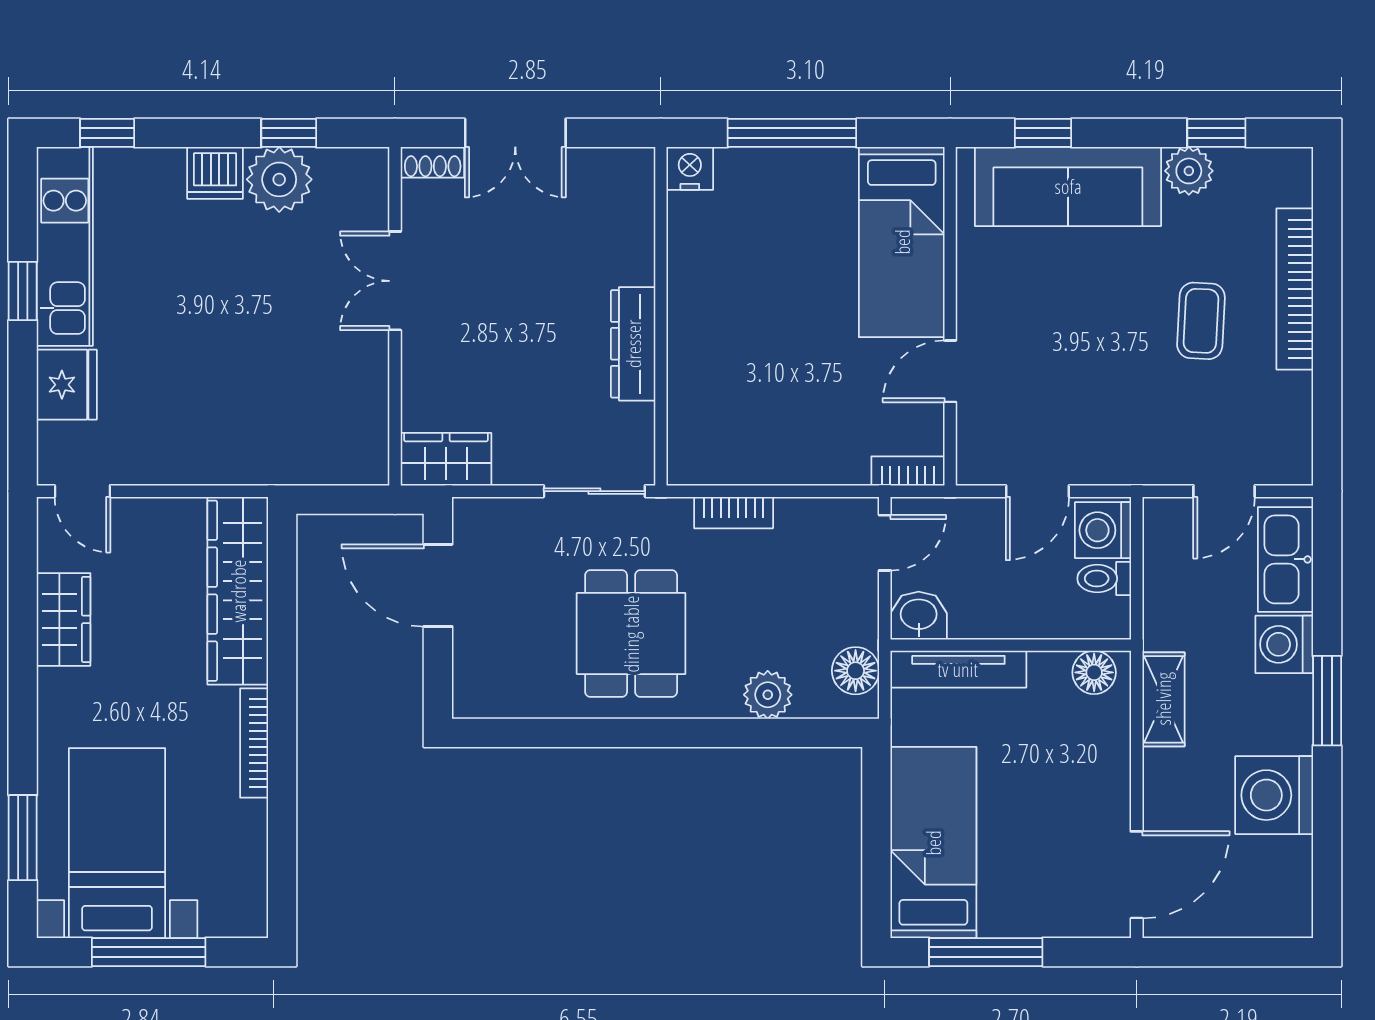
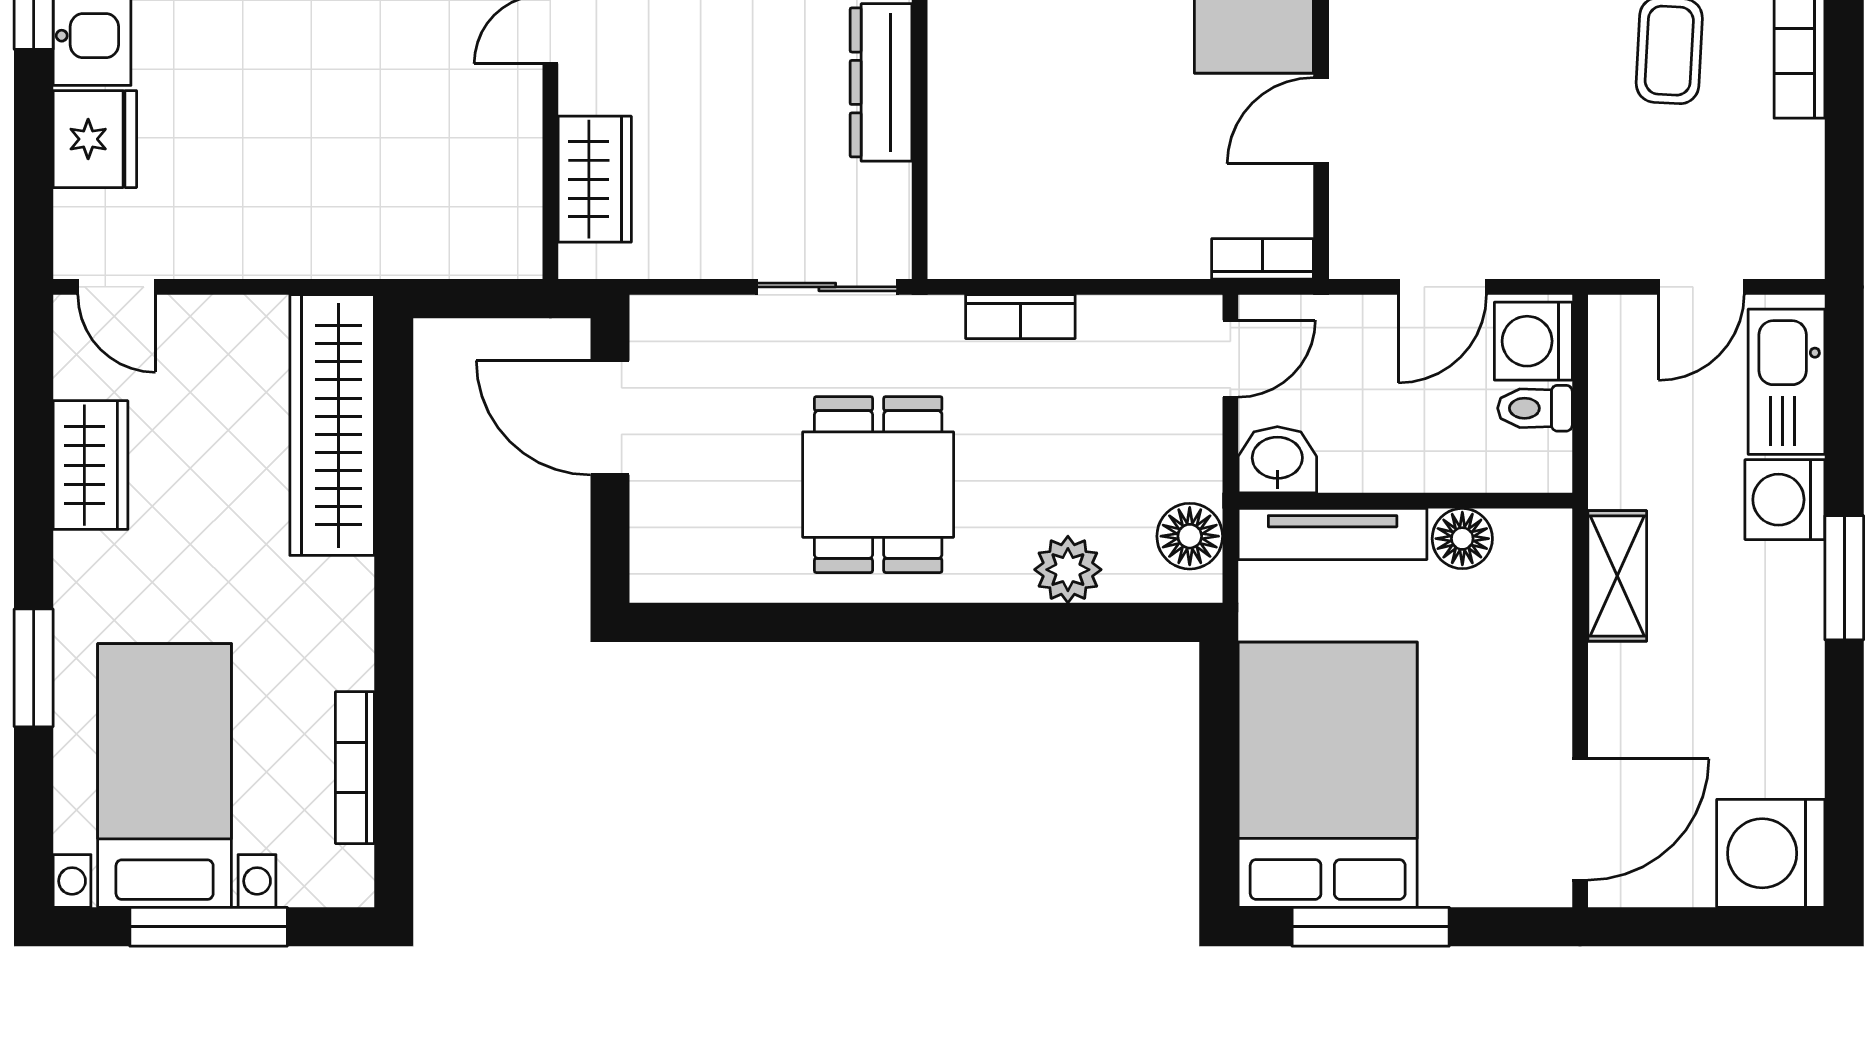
wardrobe: (446, 459) -> (595, 179), moved, turned 90
floor lamp: (1094, 672) -> (1462, 539), moved
bookcase: (254, 743) -> (355, 768), moved
washing machine: (1274, 795) -> (1771, 853), moved
window: (23, 838) -> (34, 668), moved
bed: (933, 843) -> (1328, 775), width x1.50

